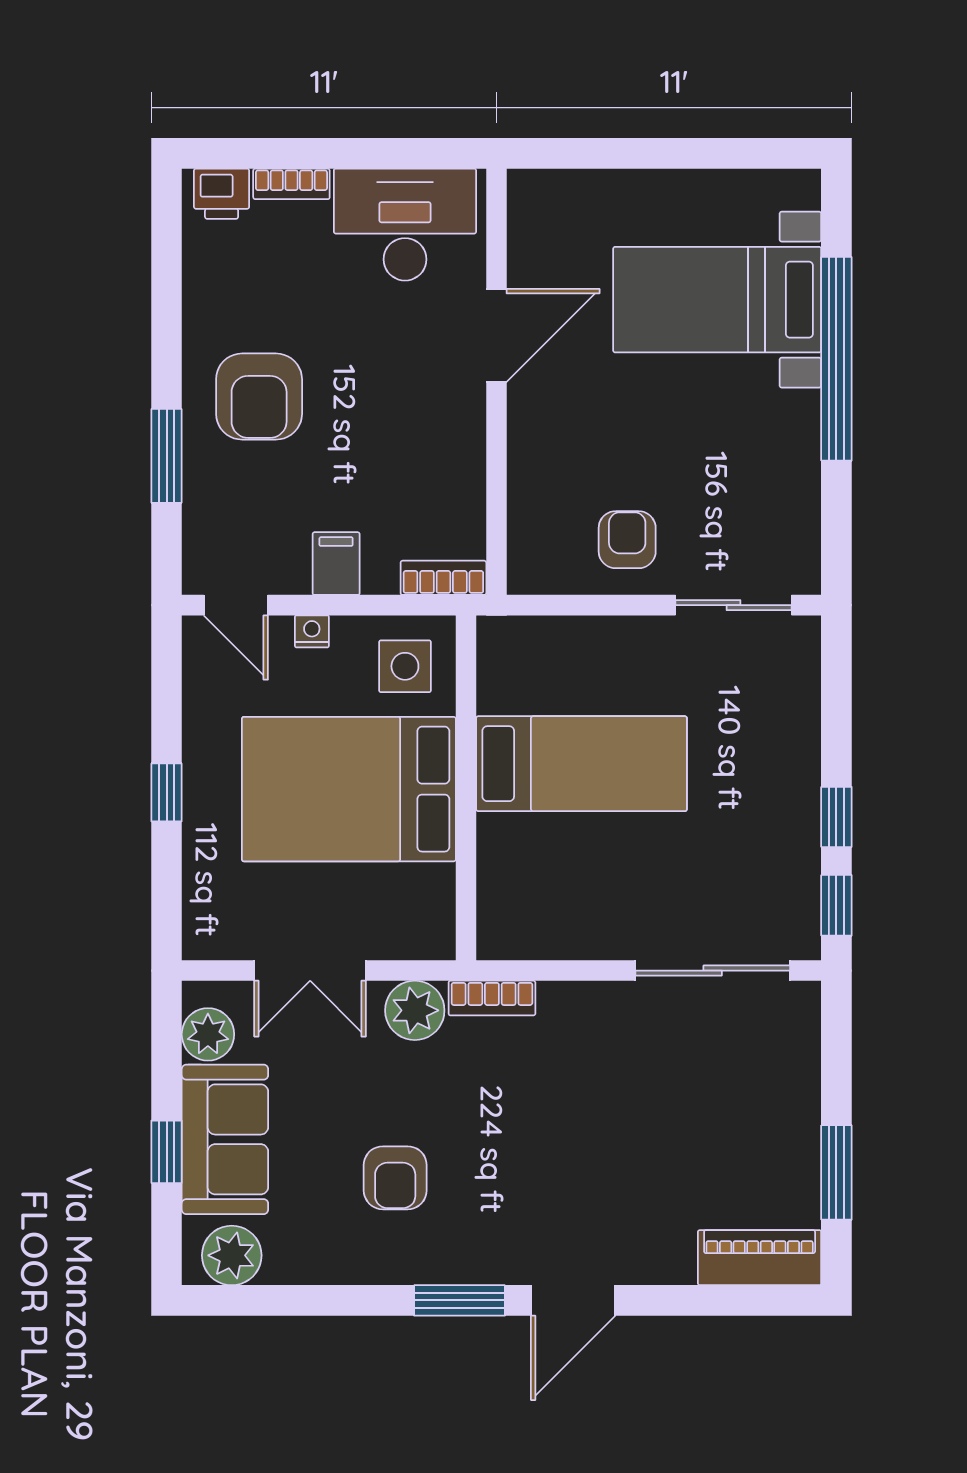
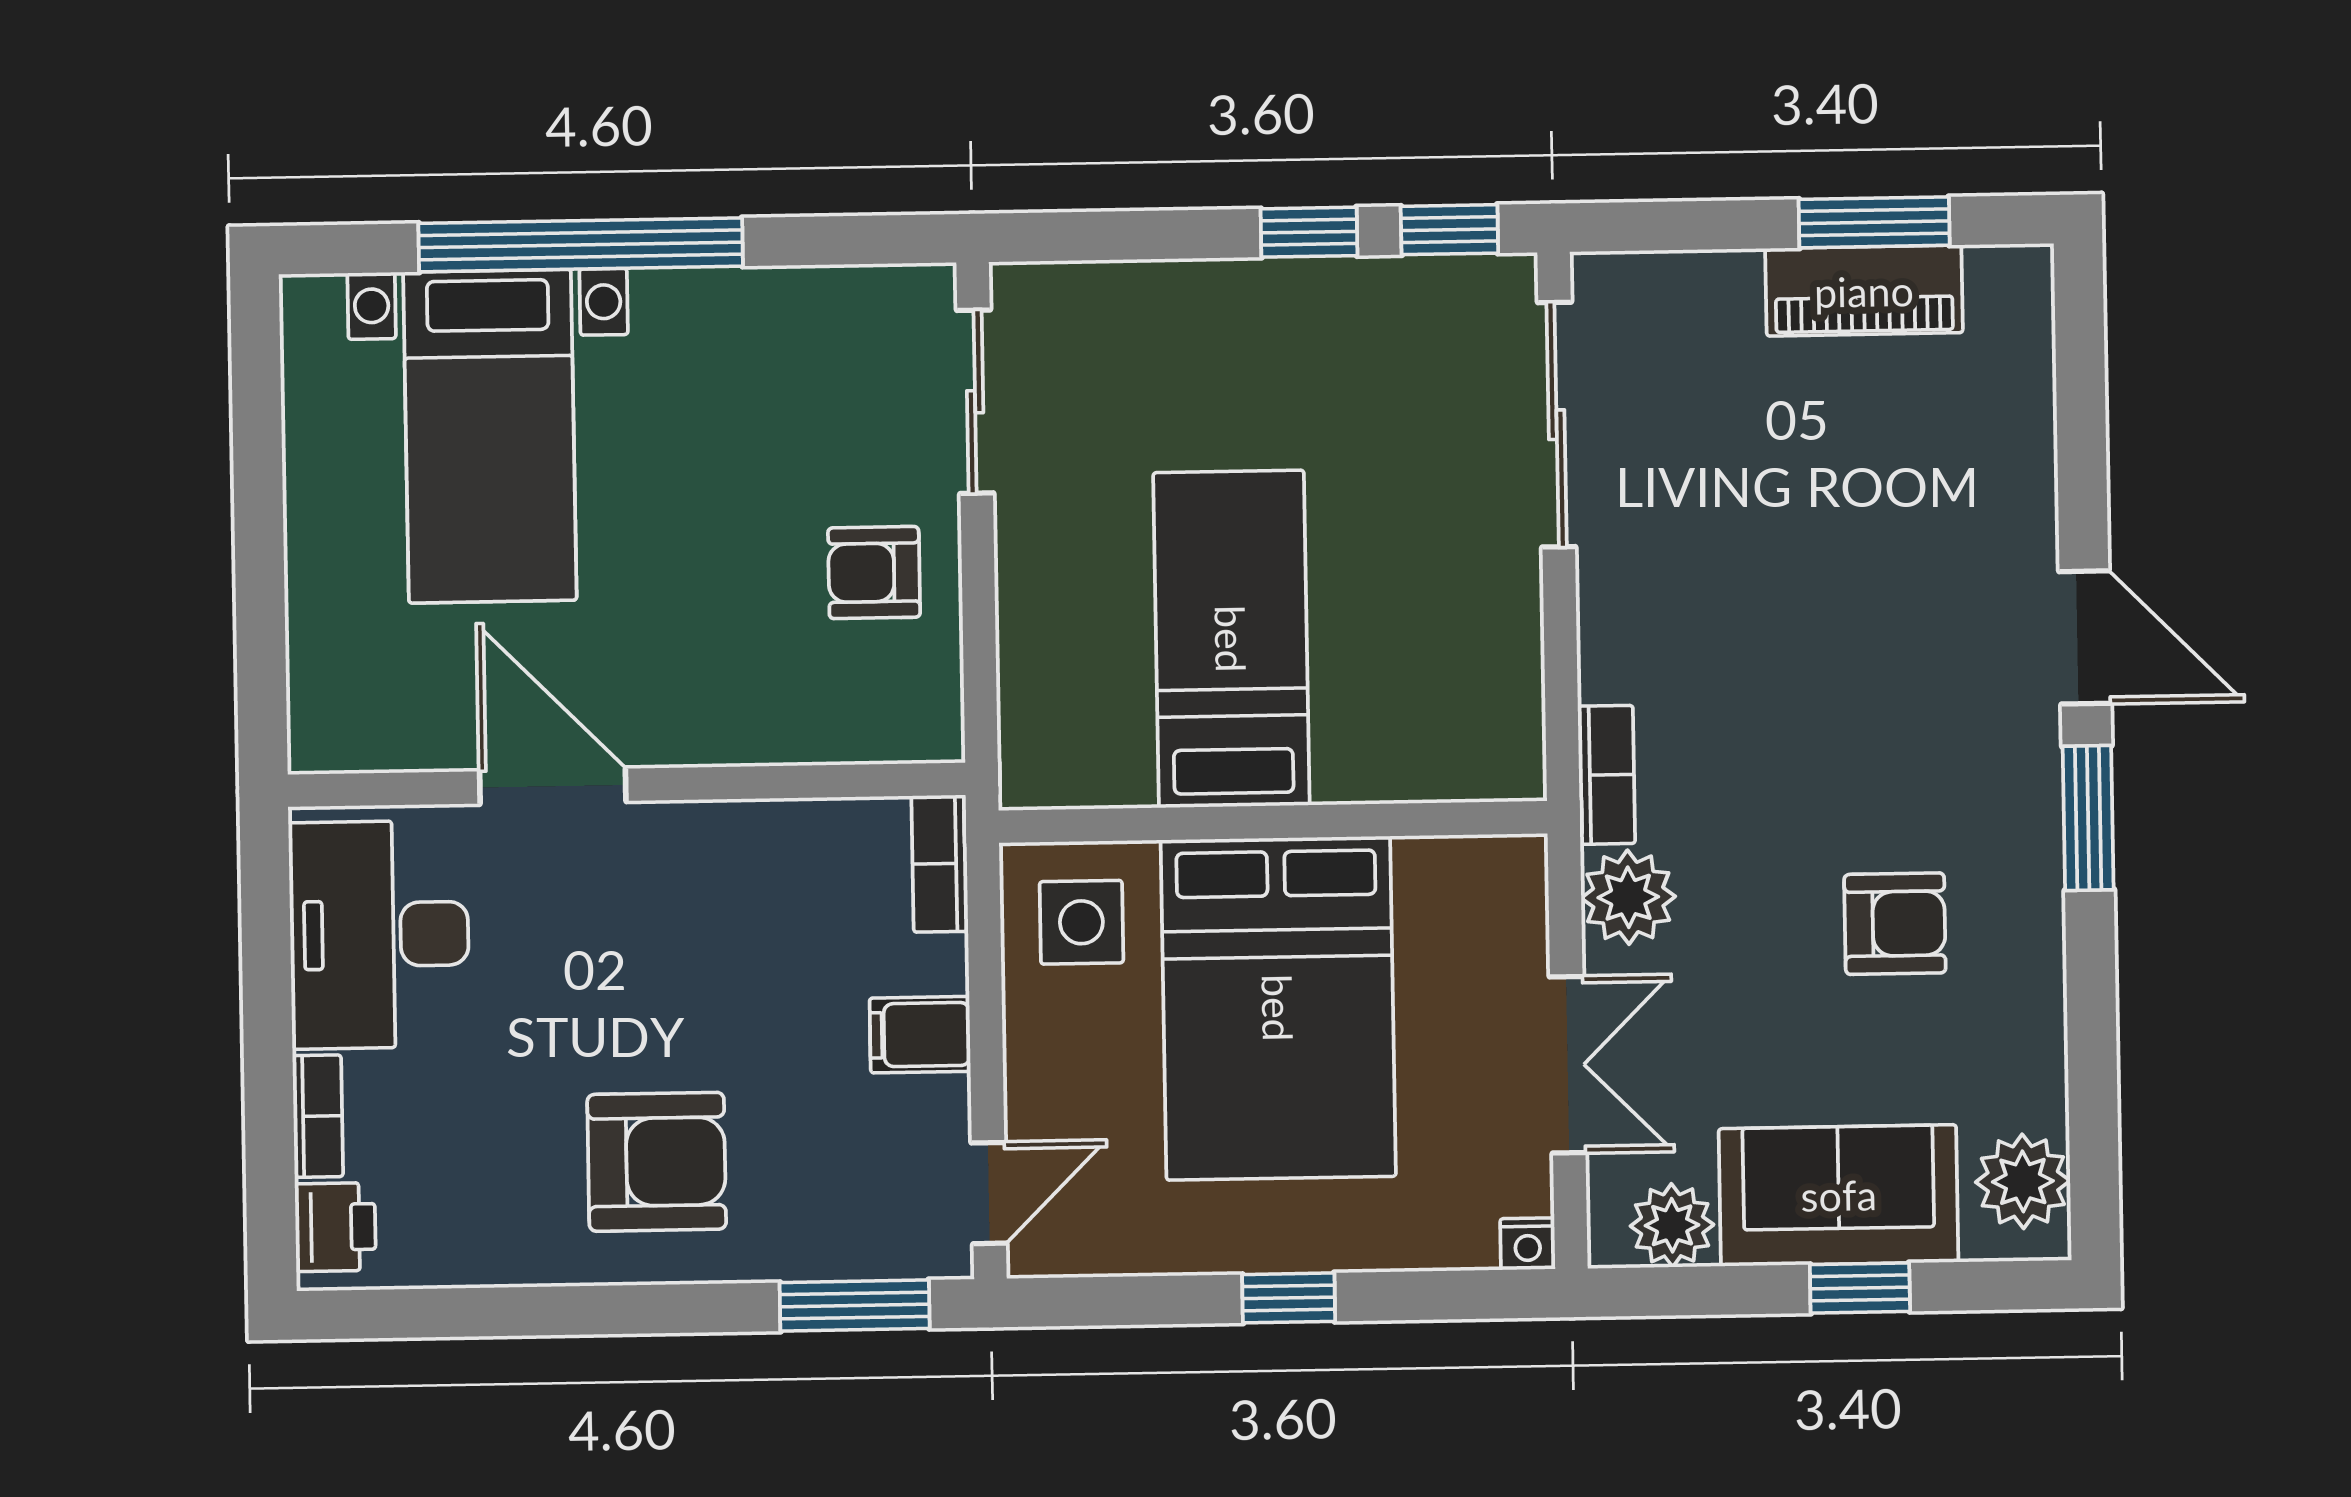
window: (167, 456) -> (855, 1305), moved
nightstand: (312, 631) -> (1528, 1244), moved, turned -90
piano: (760, 1258) -> (1864, 291), moved, turned -90

